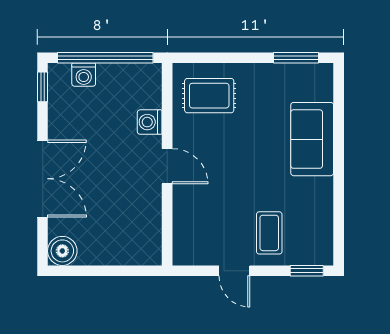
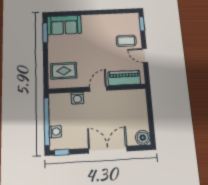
rug: (209, 96) -> (64, 71), turned 90
sofa: (312, 139) -> (64, 25), moved
piano: (187, 223) -> (124, 78), added
door: (234, 271) -> (145, 55), swing flipped

